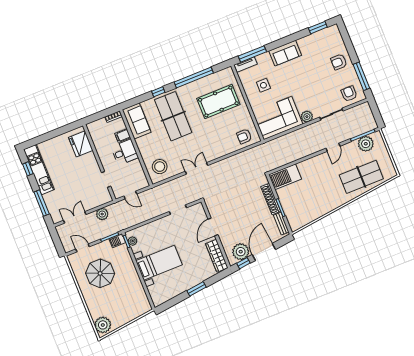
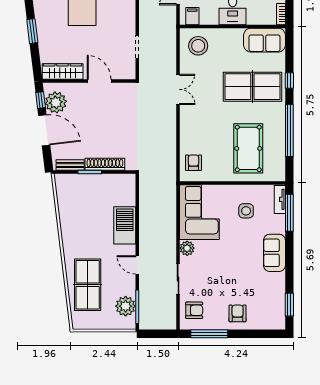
filing cabinet: (123, 136) -> (192, 16), moved
barbecue: (285, 177) -> (125, 225), moved

